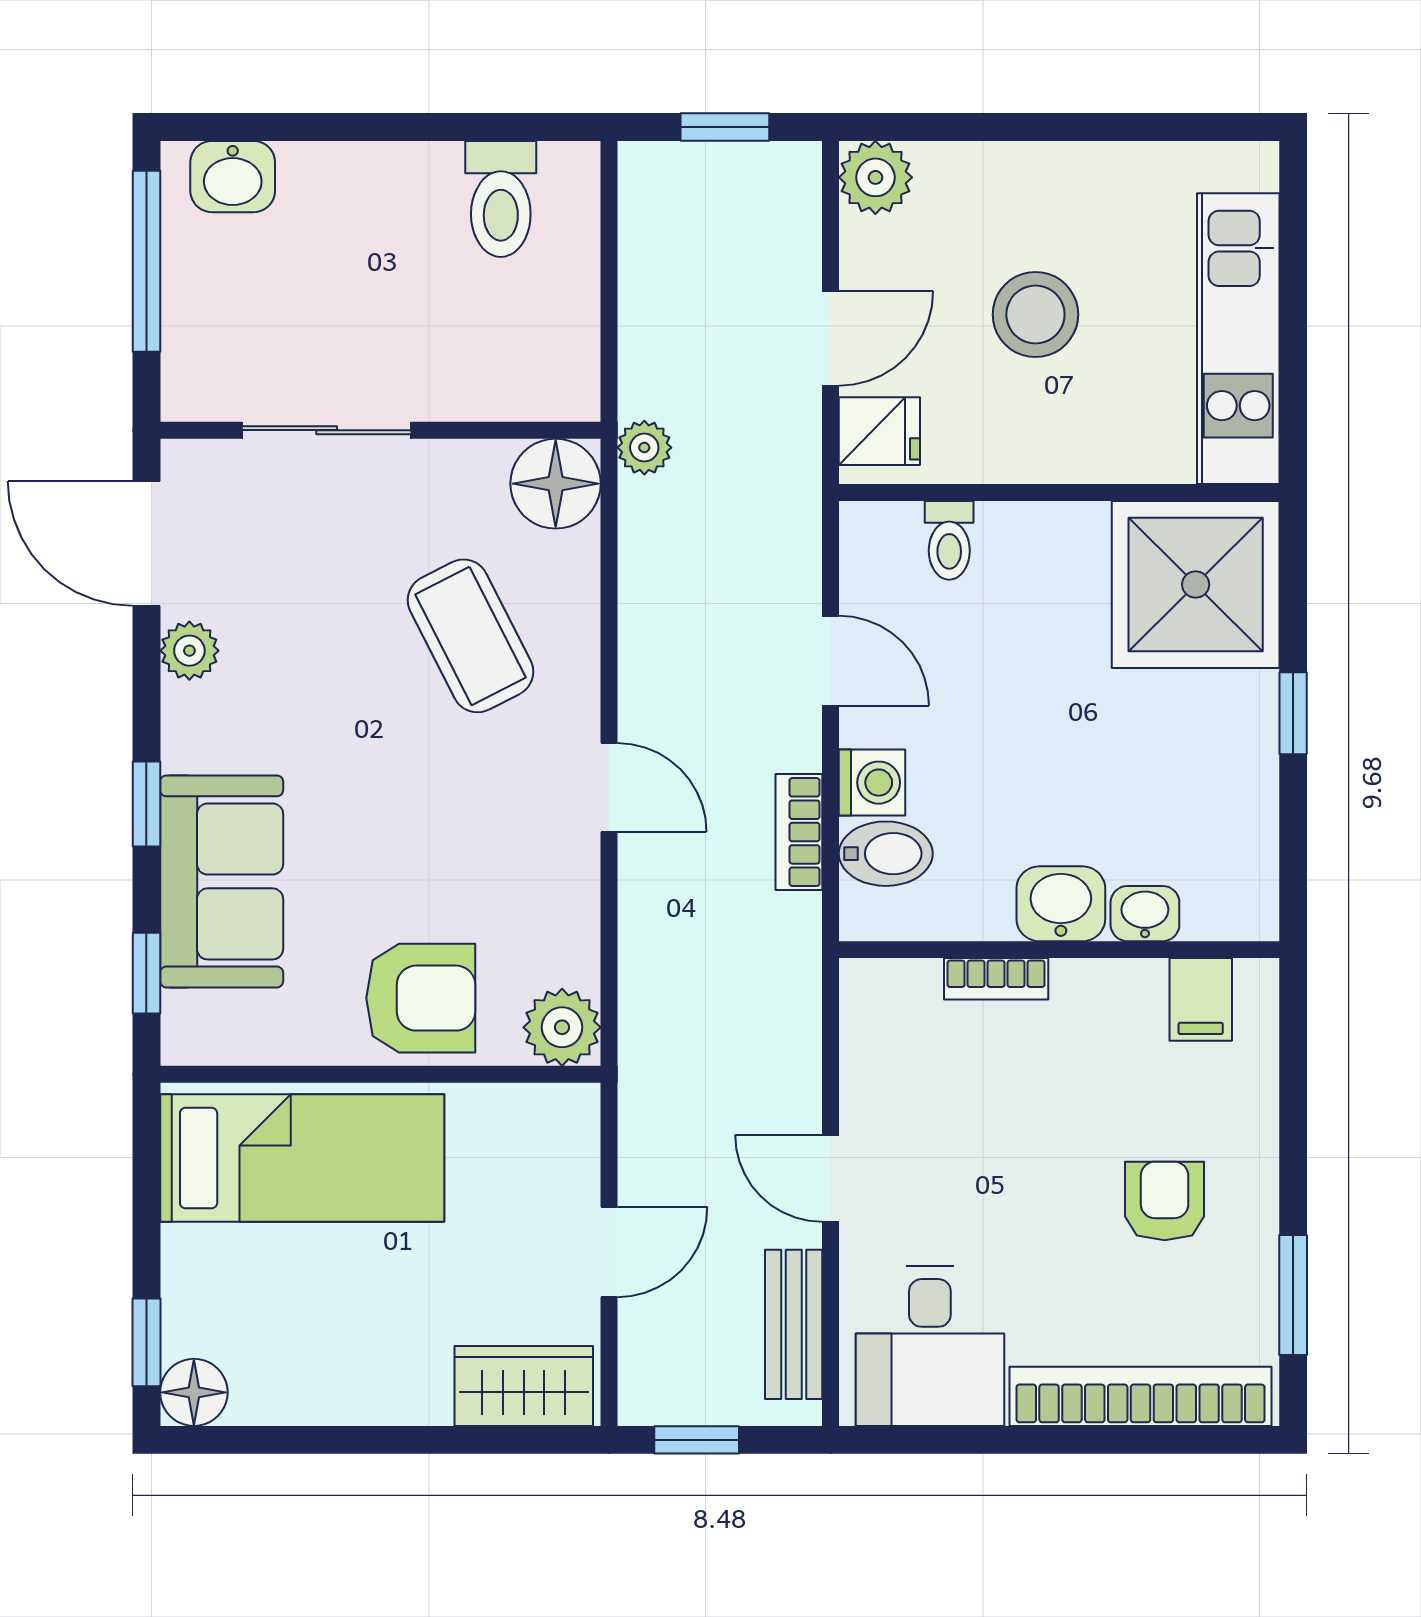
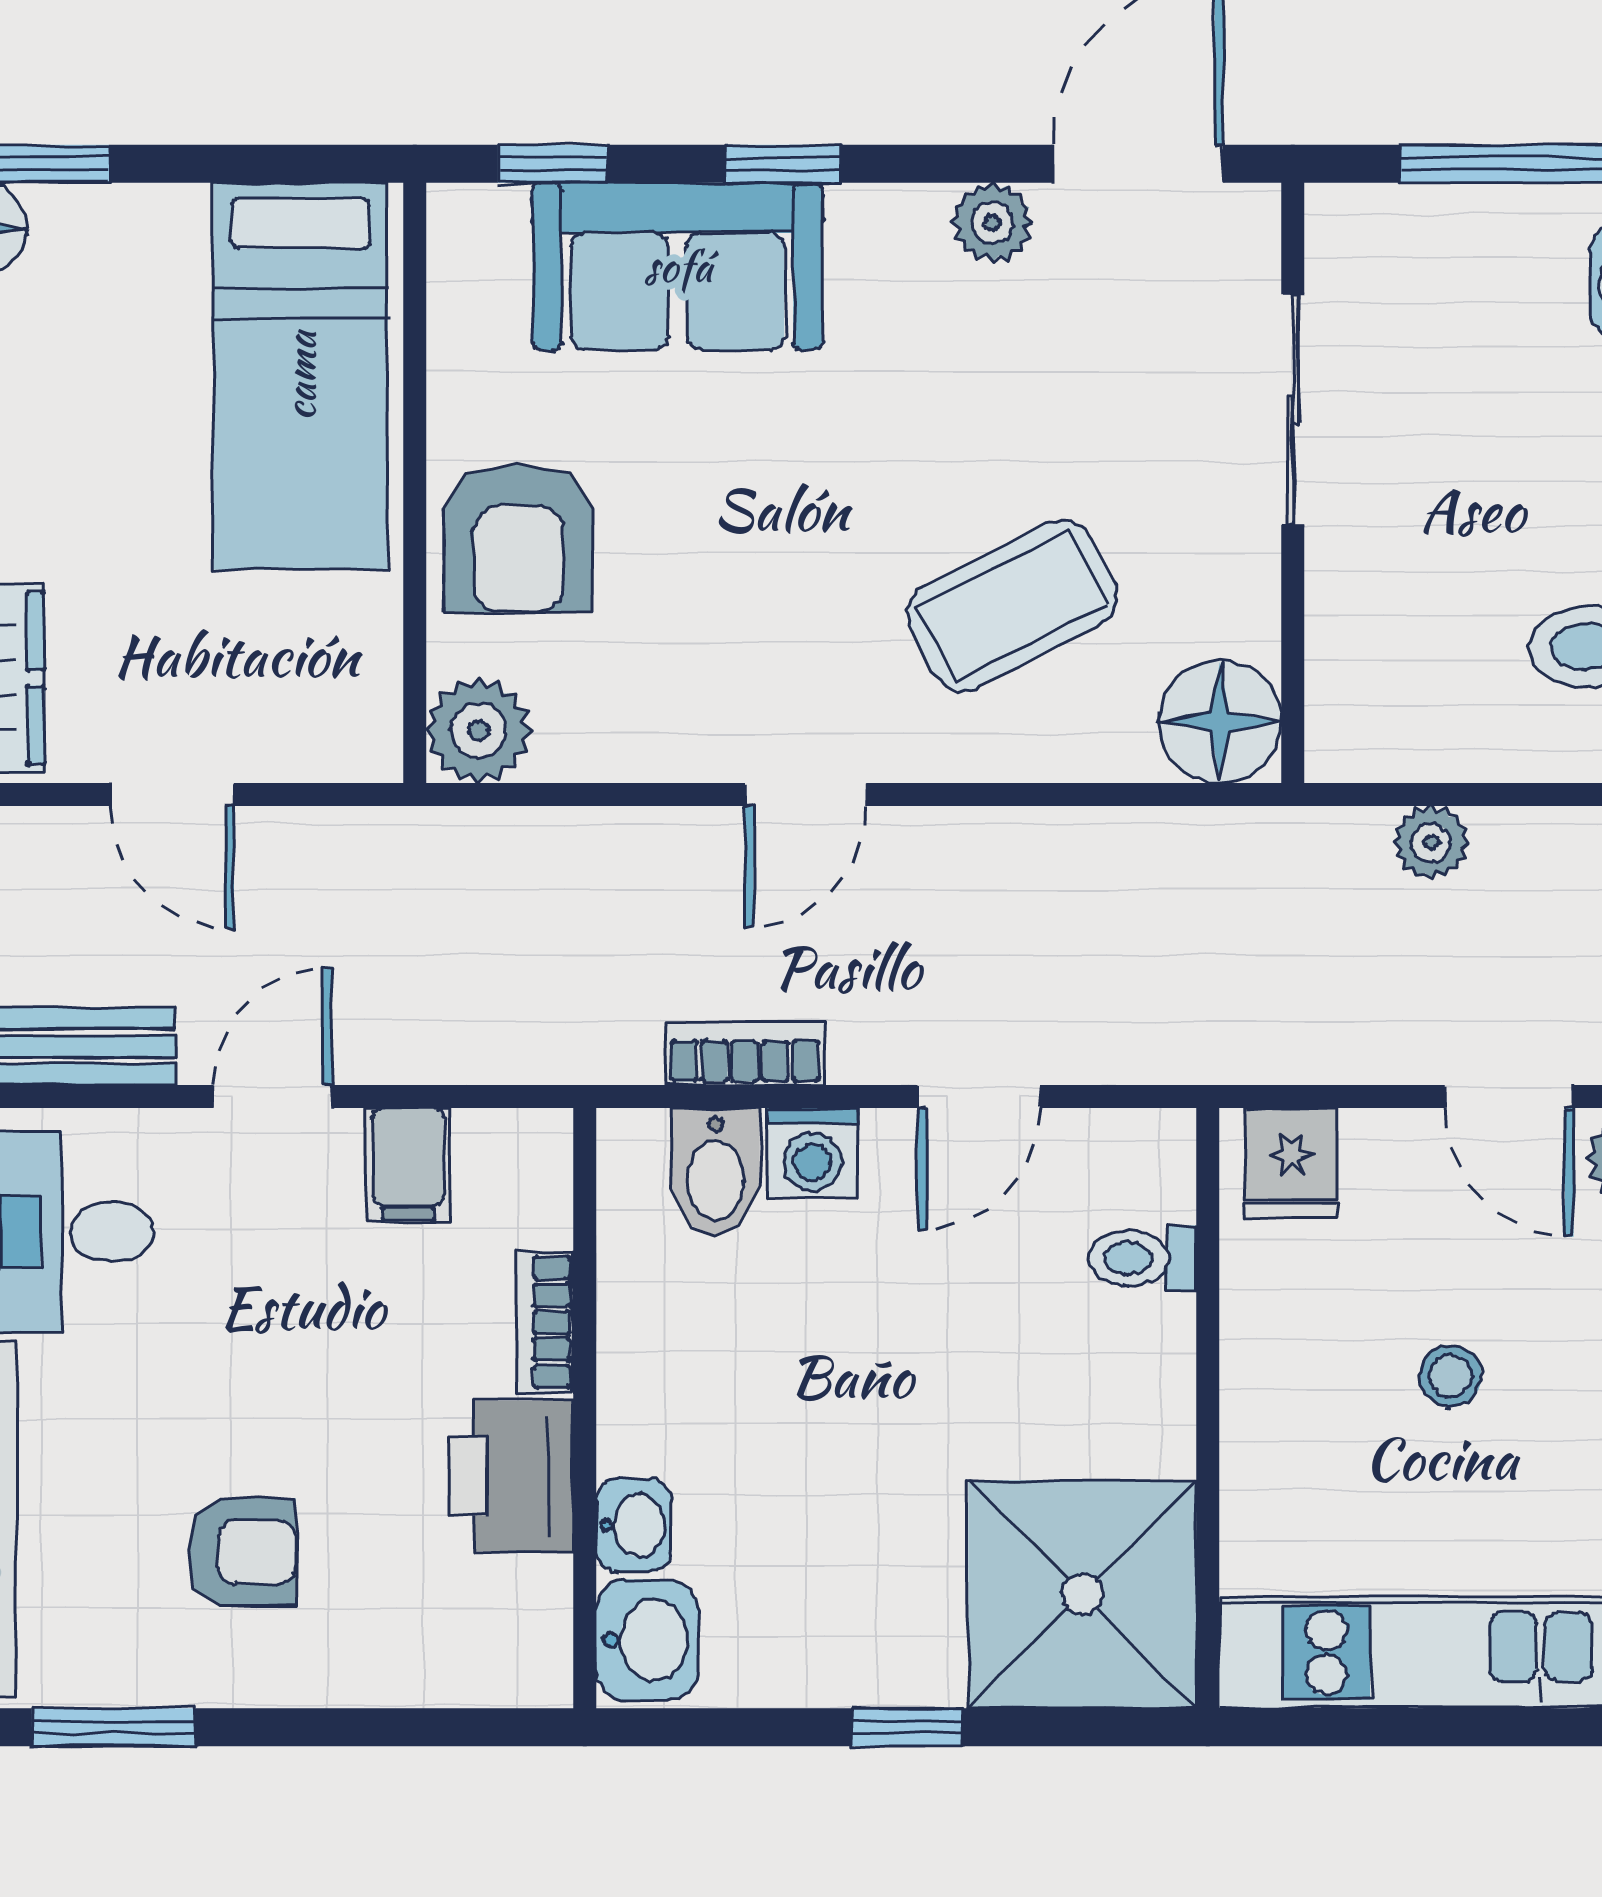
stool: (1035, 315) -> (1451, 1376), width x0.53, depth x0.53
door: (831, 338) -> (1509, 1097), moved
plant: (644, 448) -> (1431, 843), moved
washbasin: (1061, 904) -> (647, 1640), moved
filing cabinet: (1201, 999) -> (408, 1164), moved, turned -90
printer: (1109, 1004) -> (511, 1476), added

